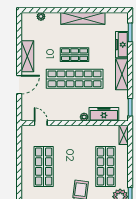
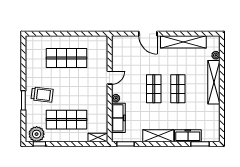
shelving: (83, 18) -> (214, 82), moved
shelving: (27, 56) -> (183, 42), width x1.47
shop shelf: (75, 79) -> (154, 89), width x0.50, depth x0.74
door: (41, 123) -> (110, 78), moved

